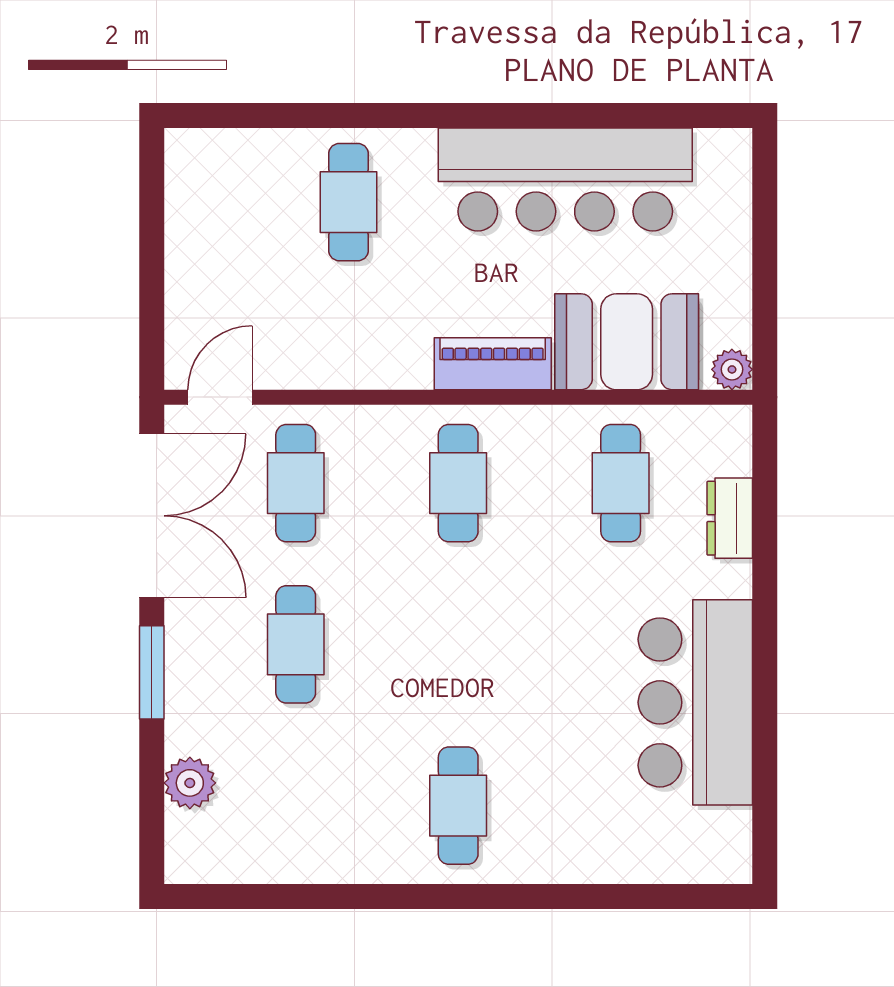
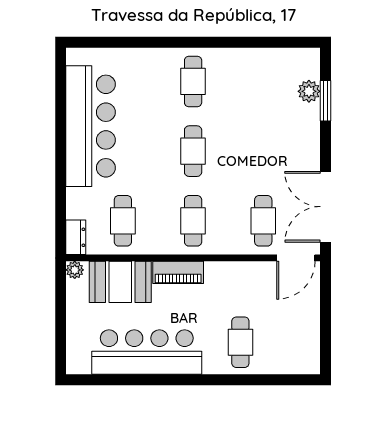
door: (220, 397) -> (296, 258), width x1.38
dresser: (730, 518) -> (76, 237), moved
cafe table: (296, 644) -> (193, 151), moved
window: (152, 672) -> (325, 101), moved
bar counter: (695, 702) -> (91, 126), width x1.36

